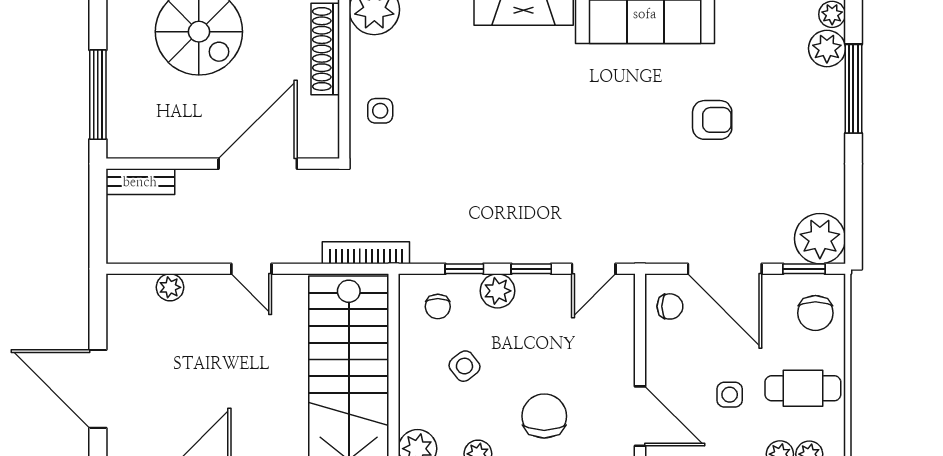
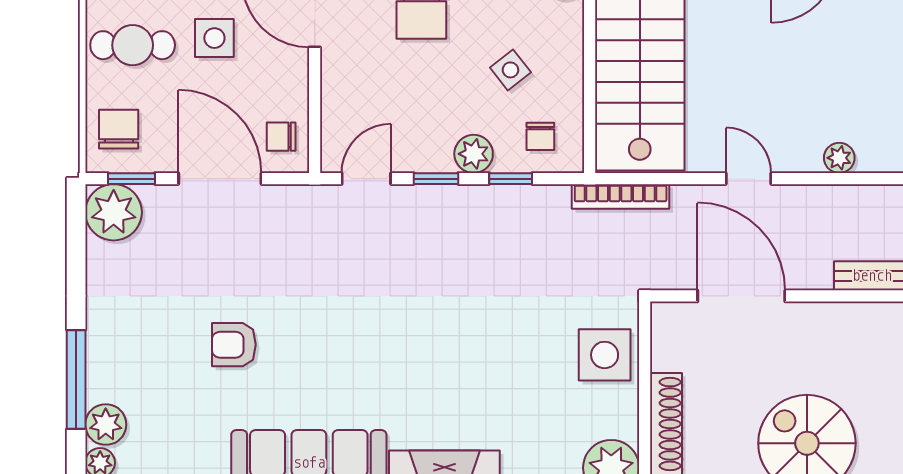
side table: (380, 111) -> (605, 355), width x1.87, depth x1.87
door: (258, 164) -> (741, 296), swing flipped
chair: (438, 307) -> (540, 136), turned 180
side table: (730, 395) -> (214, 38), width x1.37, depth x1.37

